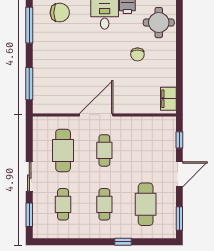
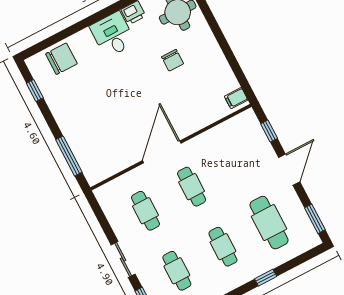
window: (29, 25) -> (35, 91), width x0.46
filing cabinet: (168, 99) -> (236, 98), width x0.50
cafe table: (63, 150) -> (145, 211), width x0.73, depth x0.74

